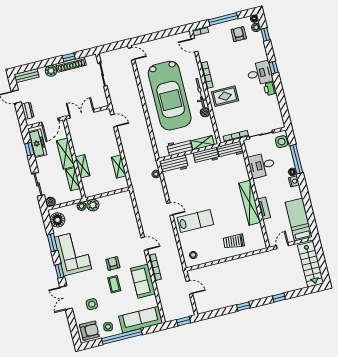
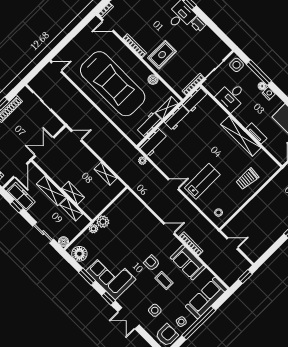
bicycle: (200, 93) -> (138, 65), removed

